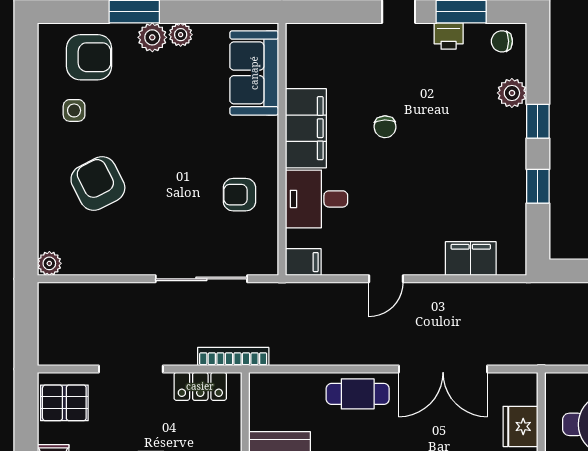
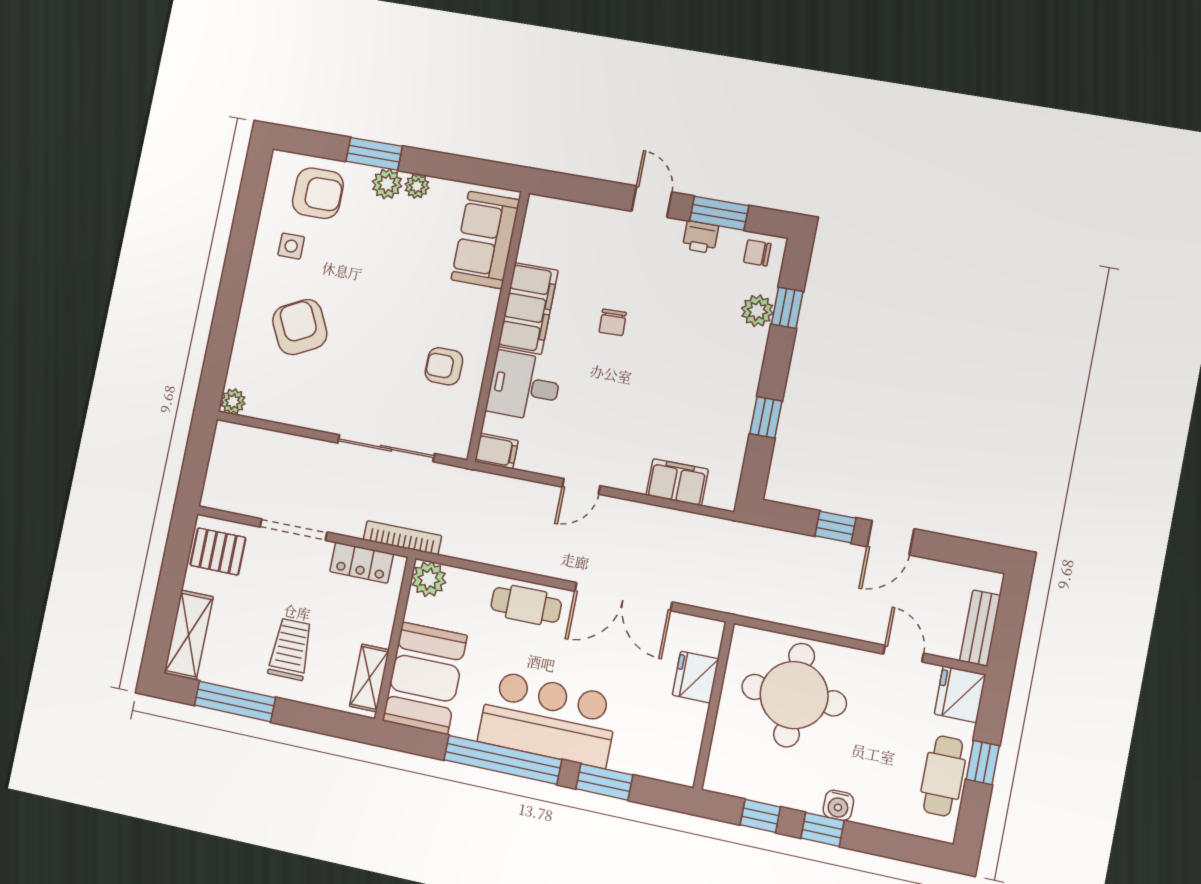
window: (538, 121) -> (787, 308), moved
plant: (265, 389) -> (429, 579), added

